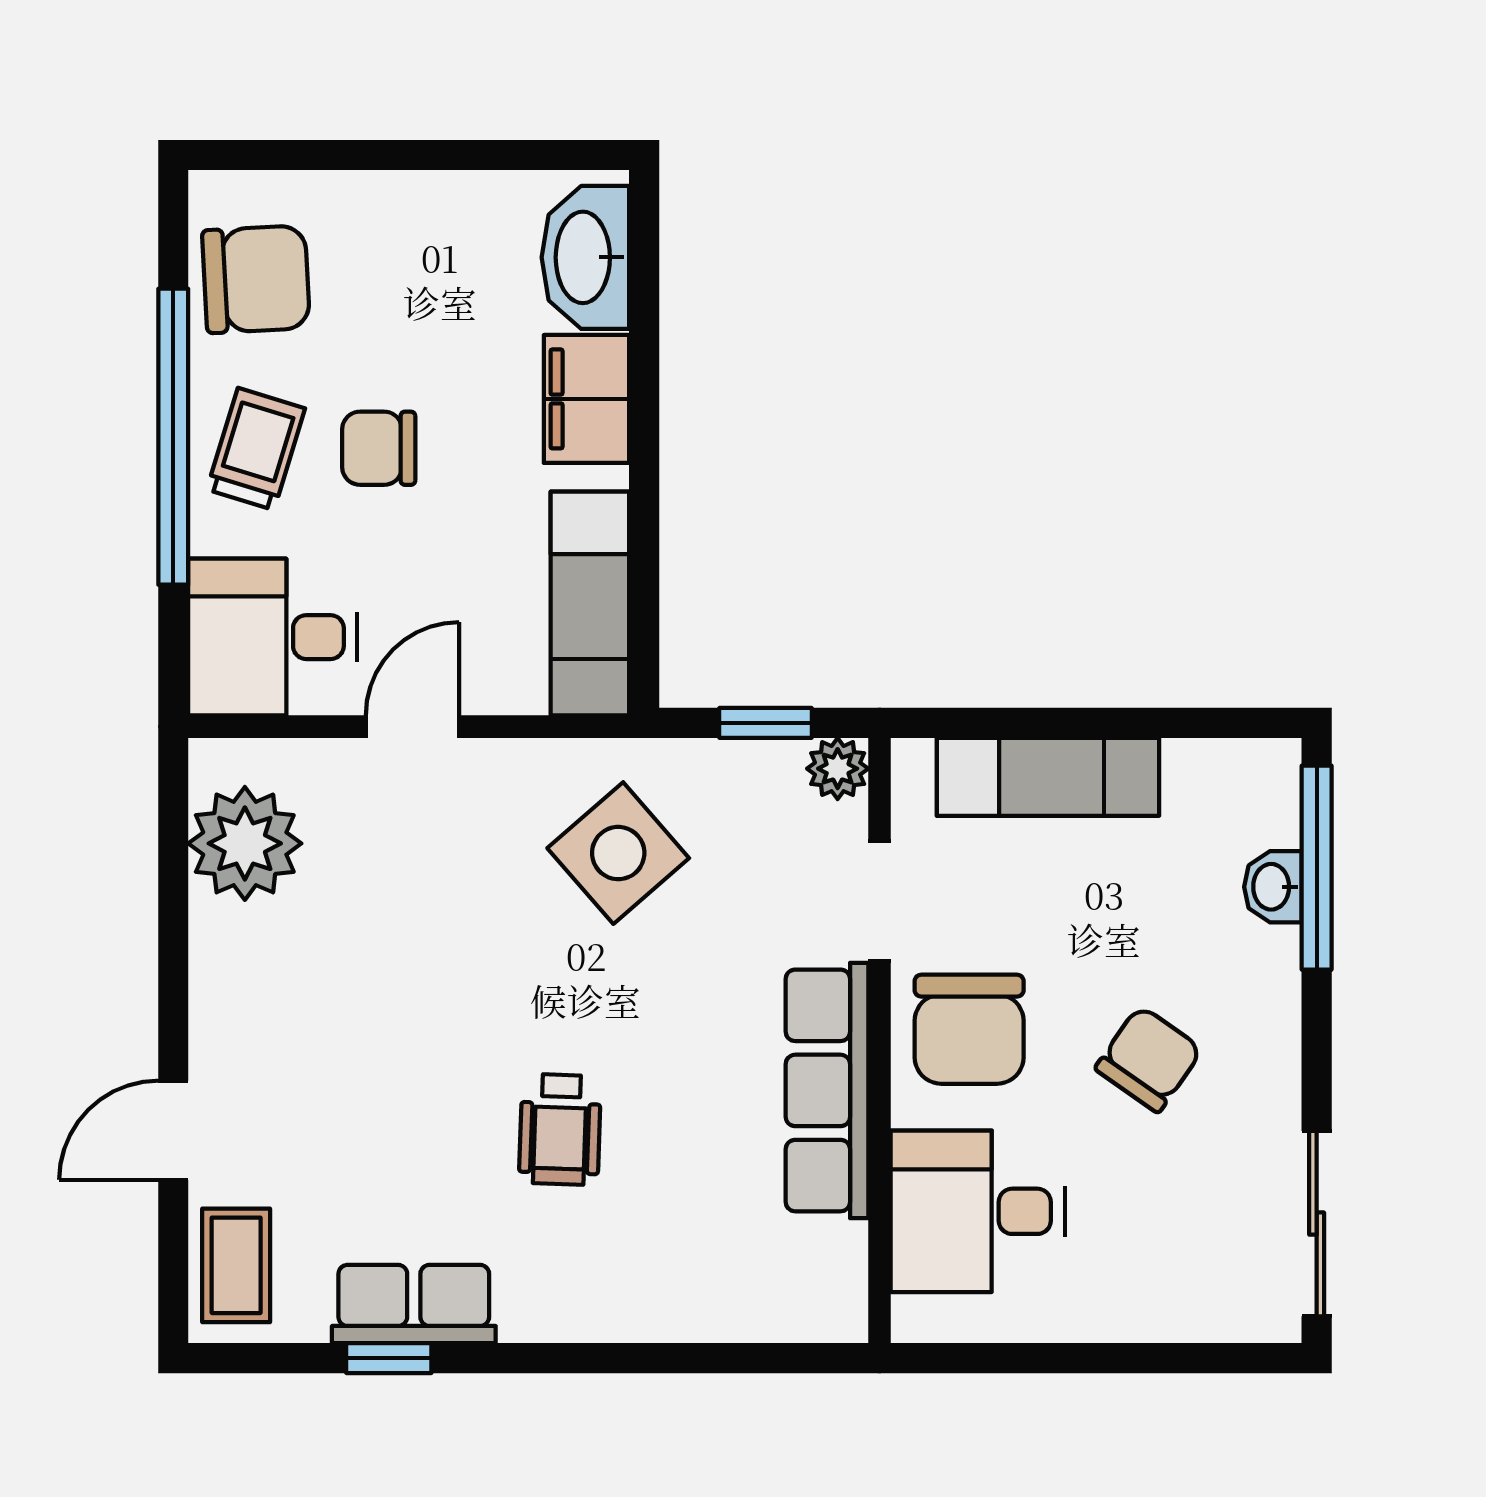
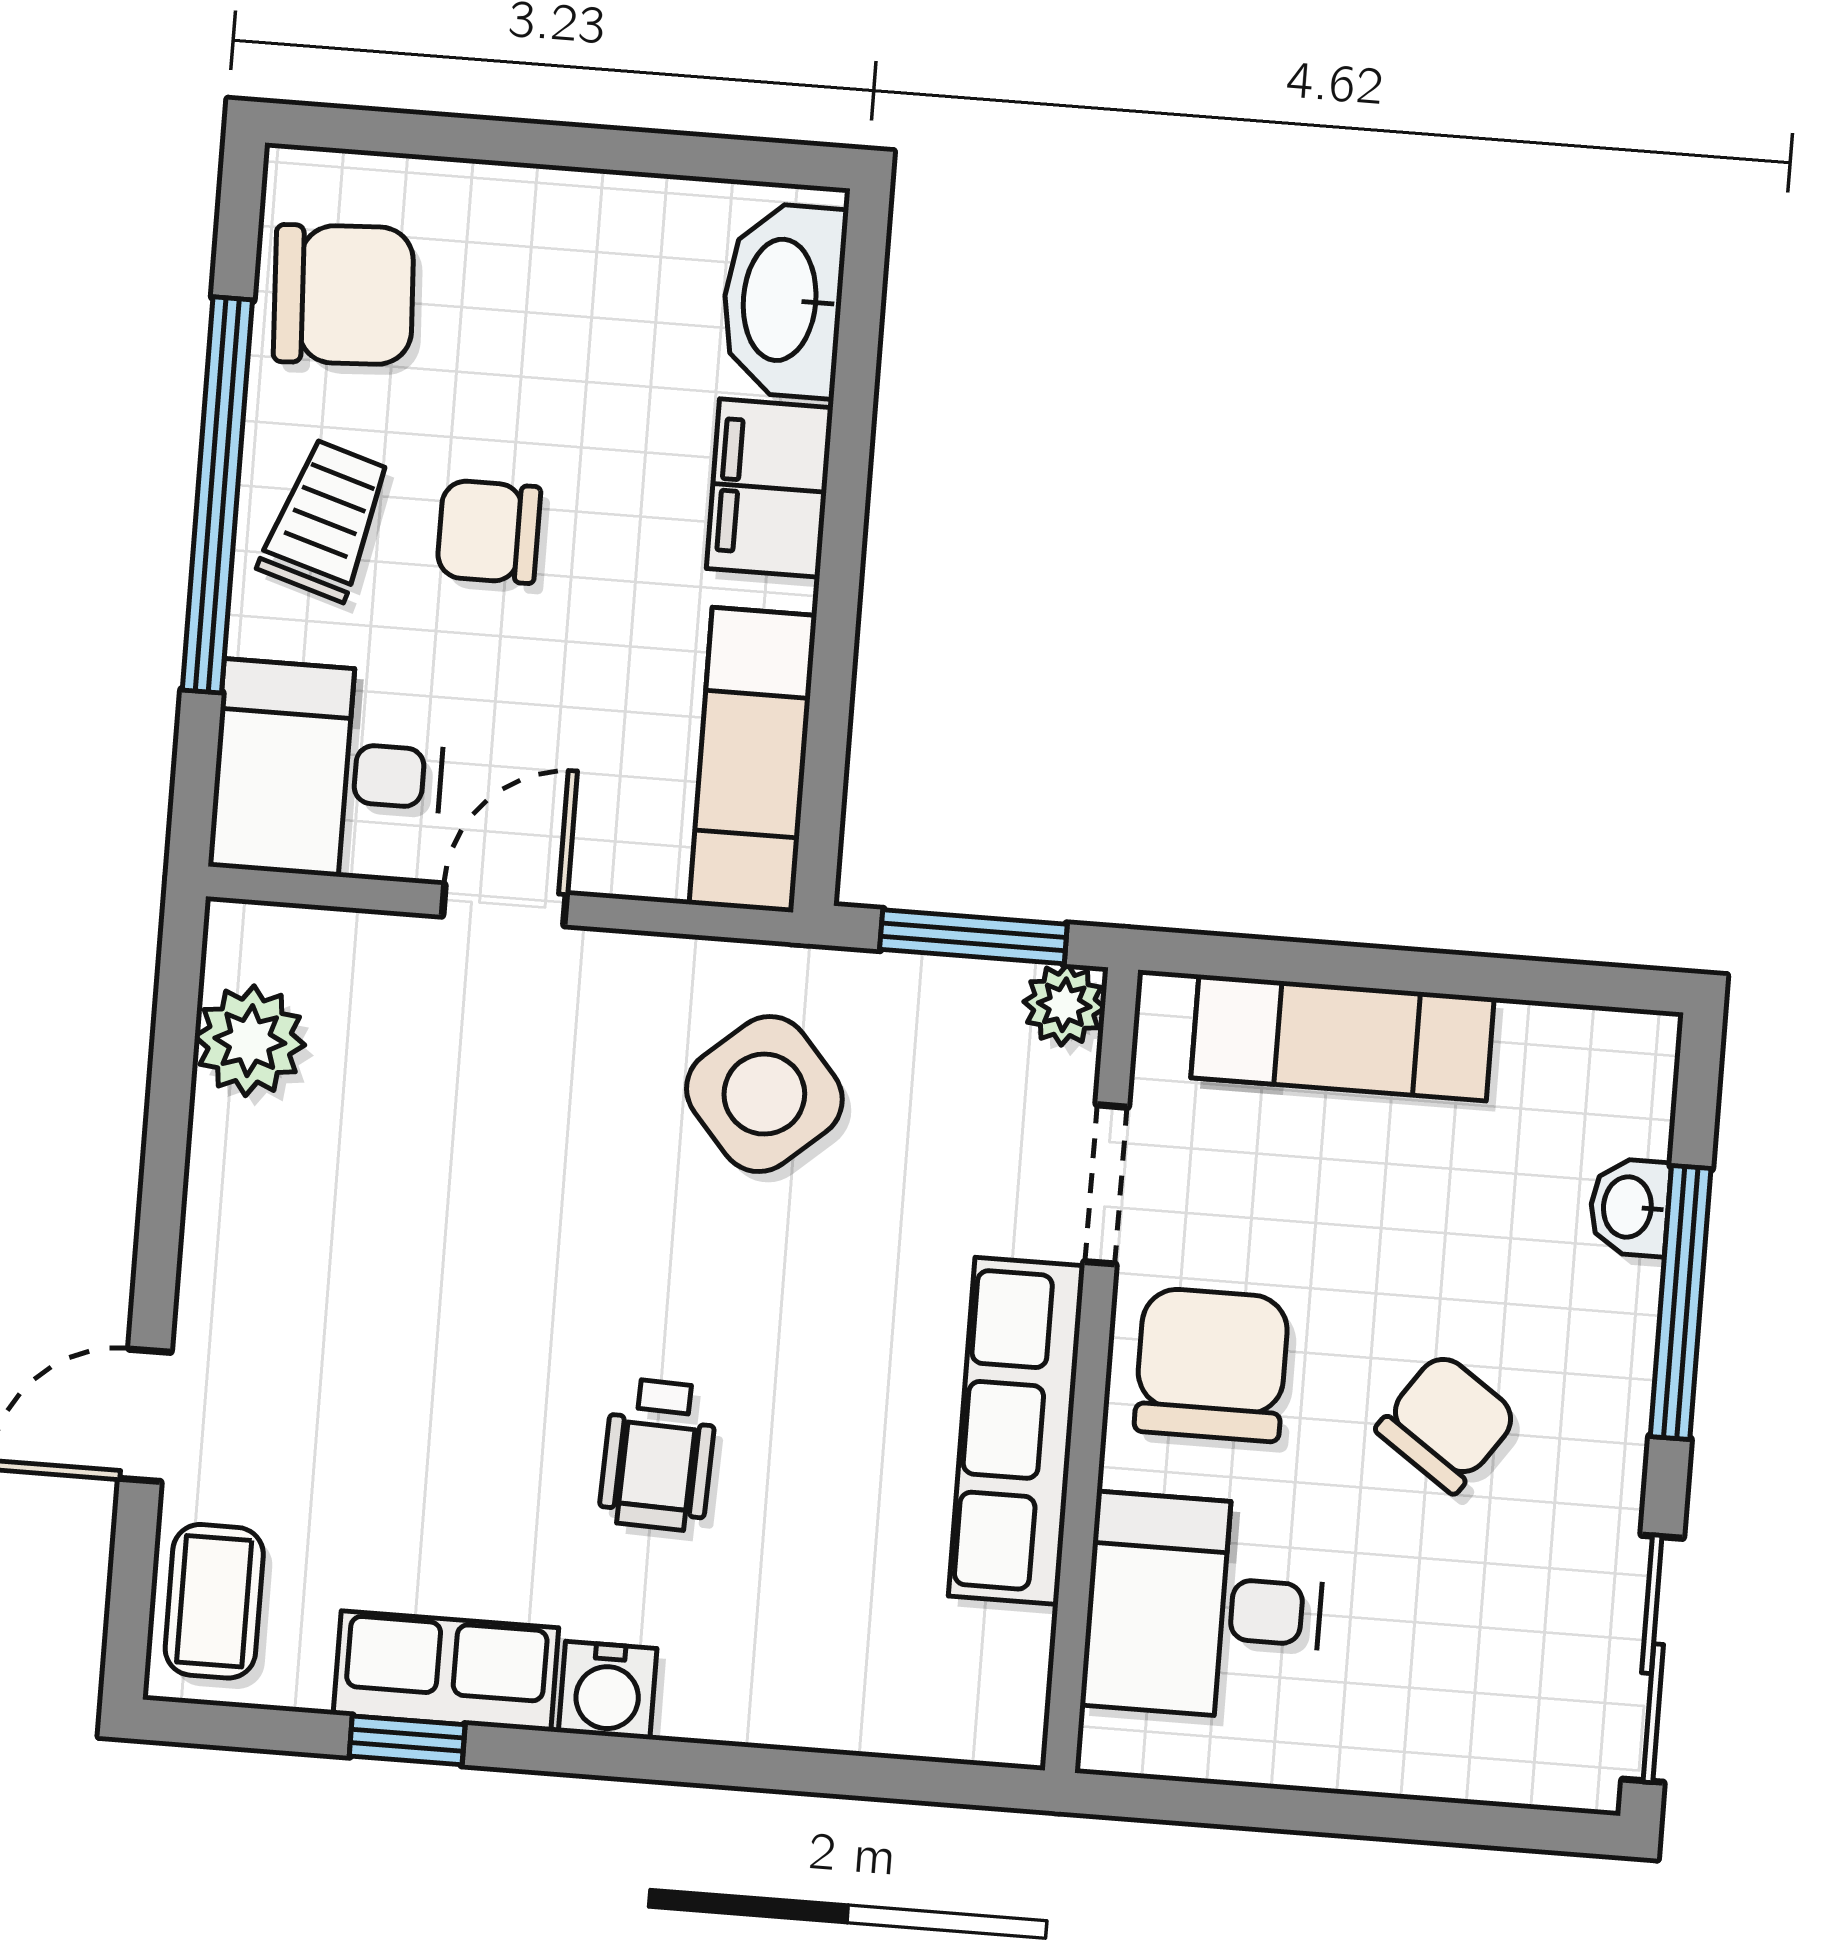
window: (766, 723) -> (973, 937), width x1.50
plant: (245, 843) -> (250, 1041), width x0.73, depth x0.73
window: (1317, 868) -> (1681, 1303), moved
chair: (969, 1029) -> (1212, 1365), turned 180
water cooler: (536, 1309) -> (608, 1690), added

